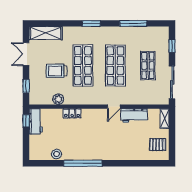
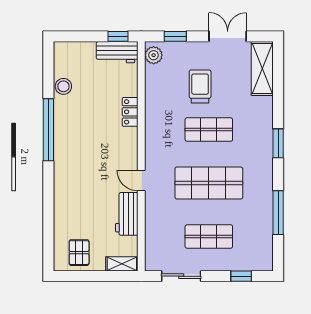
shop shelf: (83, 66) -> (209, 130), width x0.70, depth x0.74
sliding door: (172, 82) -> (181, 276), width x0.73
plant: (58, 99) -> (154, 55), moved

